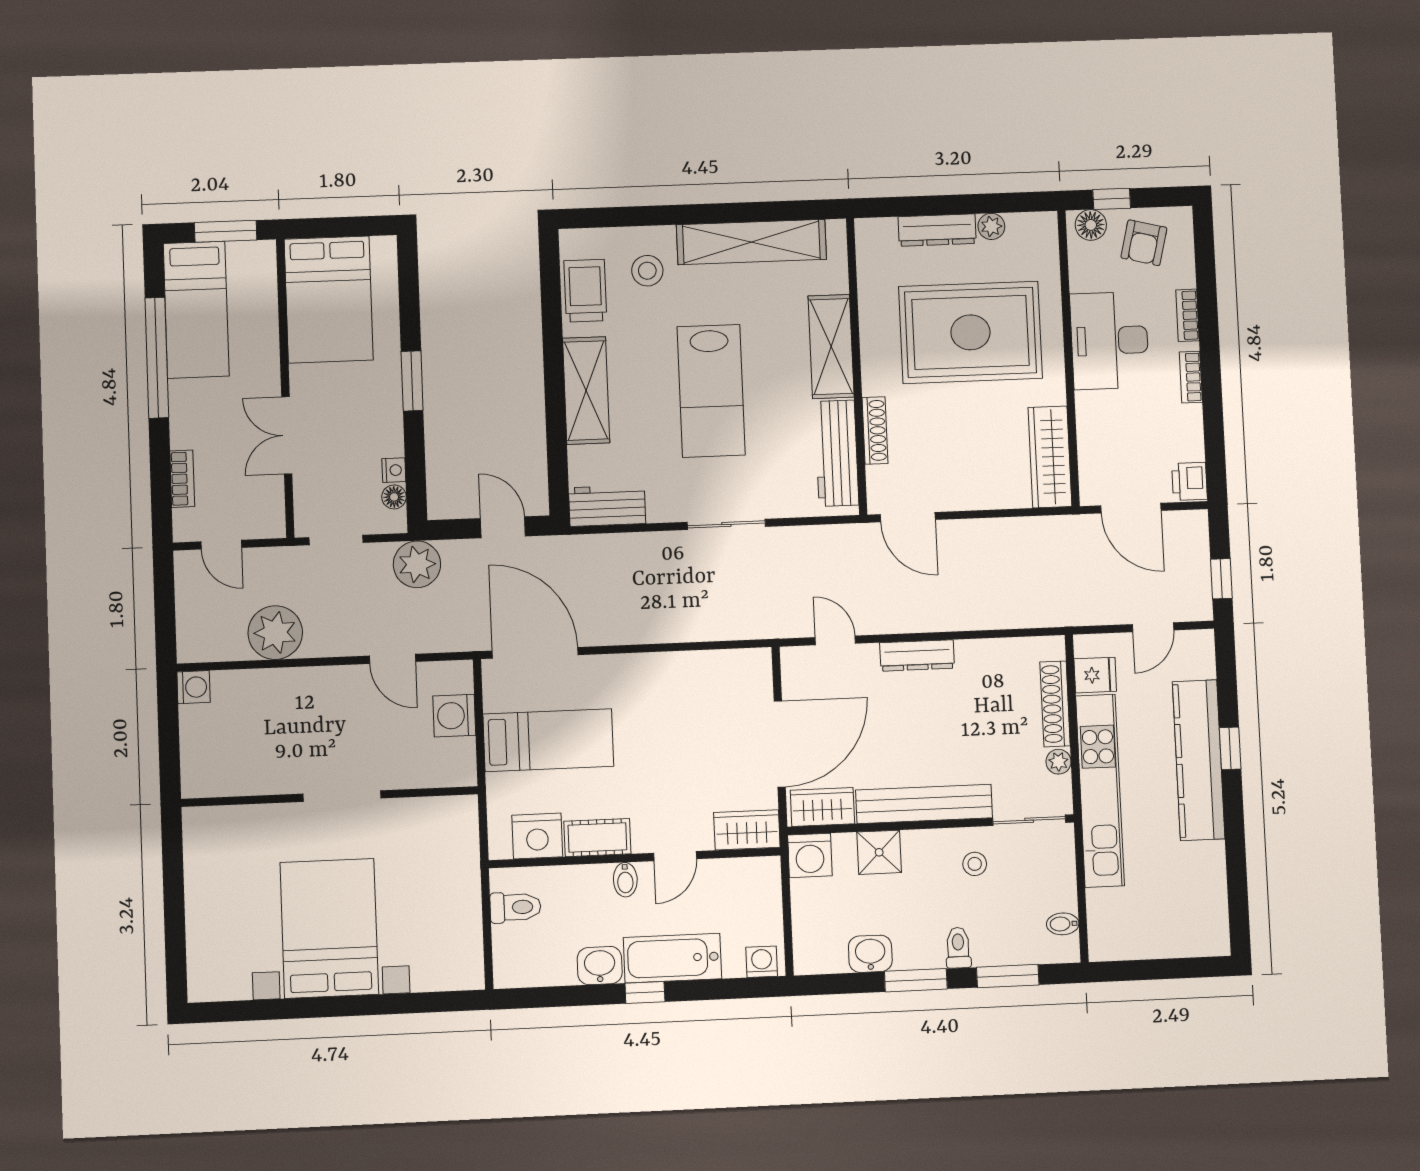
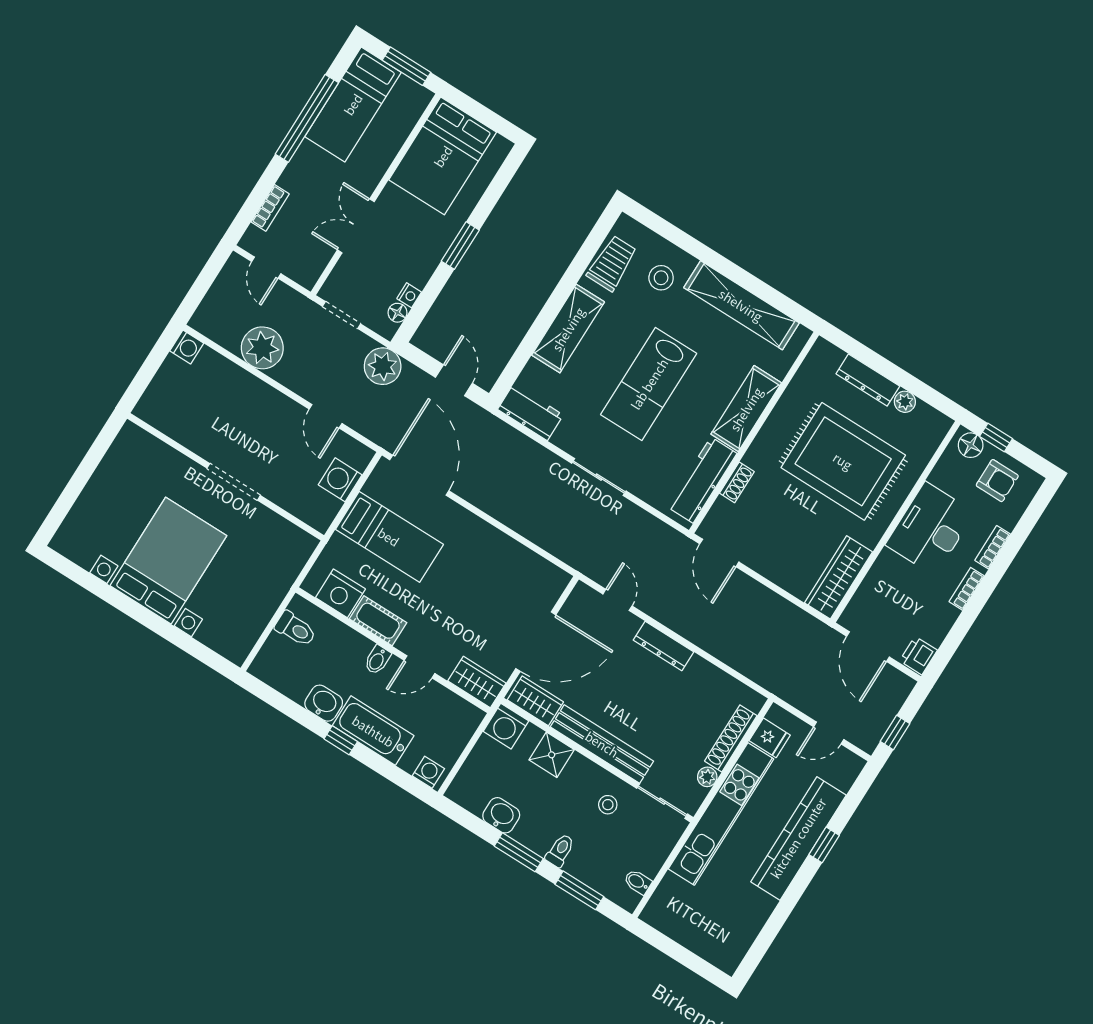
armchair: (1144, 243) -> (997, 481), turned -104
shoe rack: (875, 430) -> (737, 482), width x0.70

